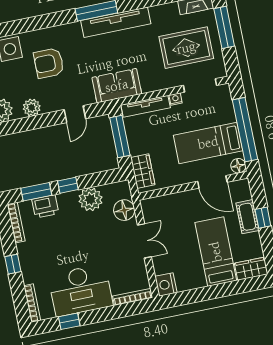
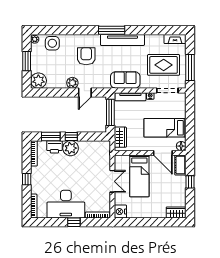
window: (224, 27) -> (190, 67), moved
armchair: (49, 63) -> (86, 56), moved, turned 90
sofa: (117, 86) -> (125, 80), moved
plant: (32, 107) -> (72, 83), moved
window: (245, 130) -> (190, 124), removed
plant: (90, 199) -> (71, 148), moved
floor lamp: (124, 210) -> (104, 159), removed
cot: (247, 217) -> (180, 165), moved
bed: (216, 252) -> (139, 176), moved, turned 180
window: (69, 321) -> (74, 222), moved

